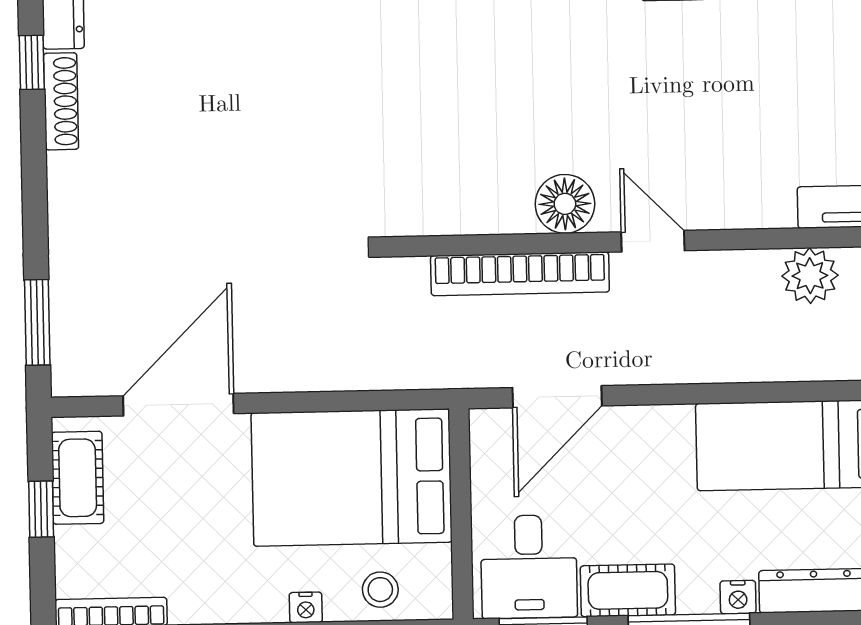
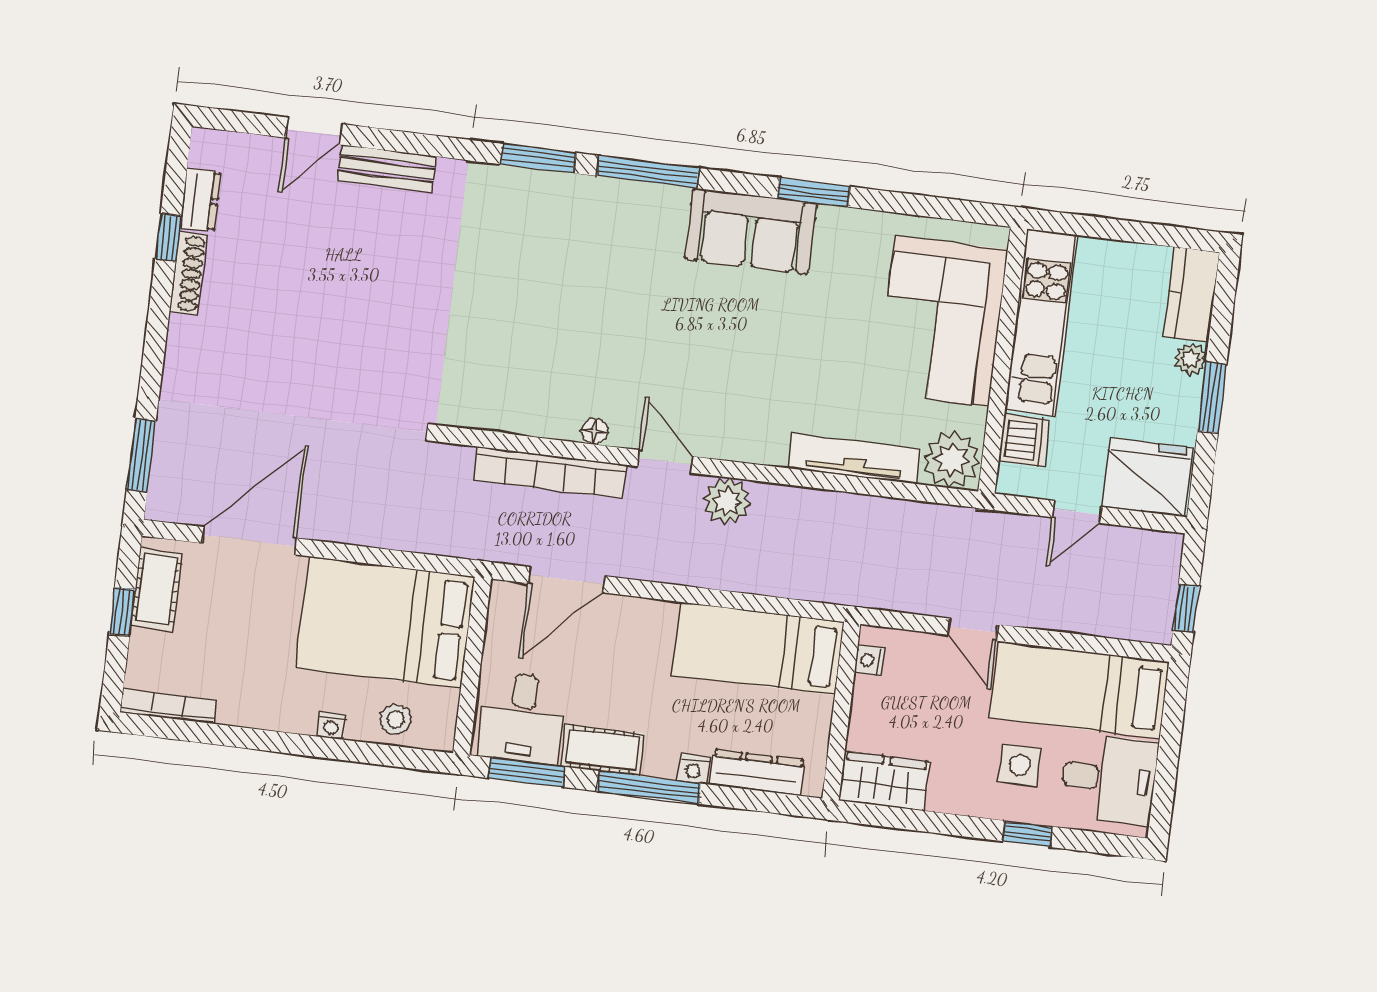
floor lamp: (565, 204) -> (595, 431), width x0.53, depth x0.53
plant: (810, 276) -> (727, 501), moved

